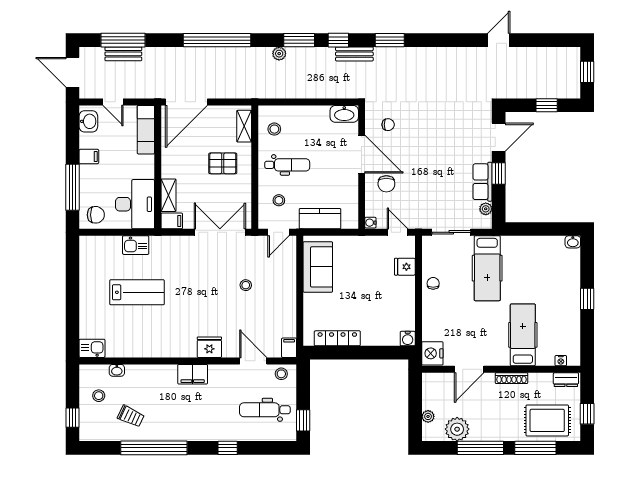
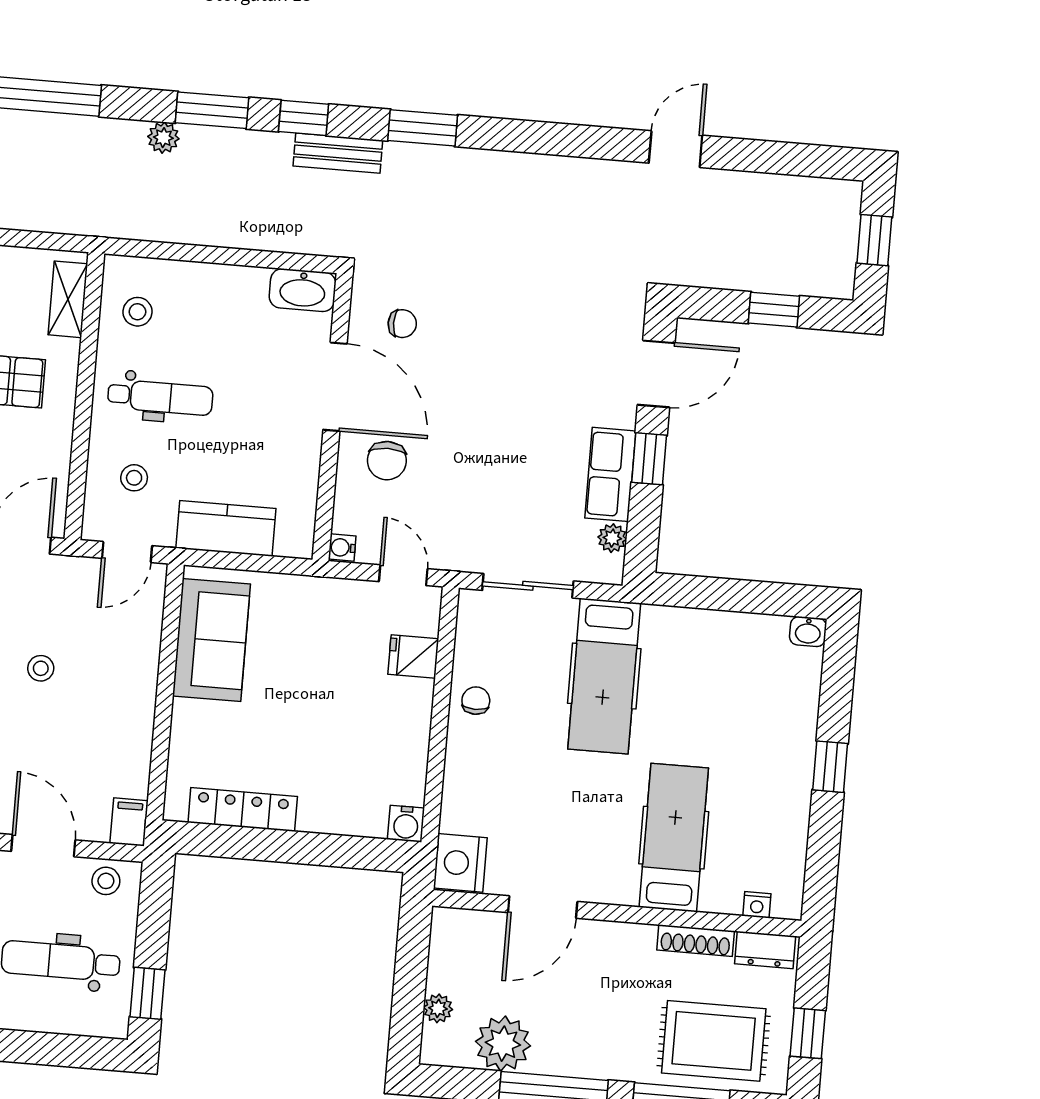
shoe rack: (511, 378) -> (696, 941), moved

